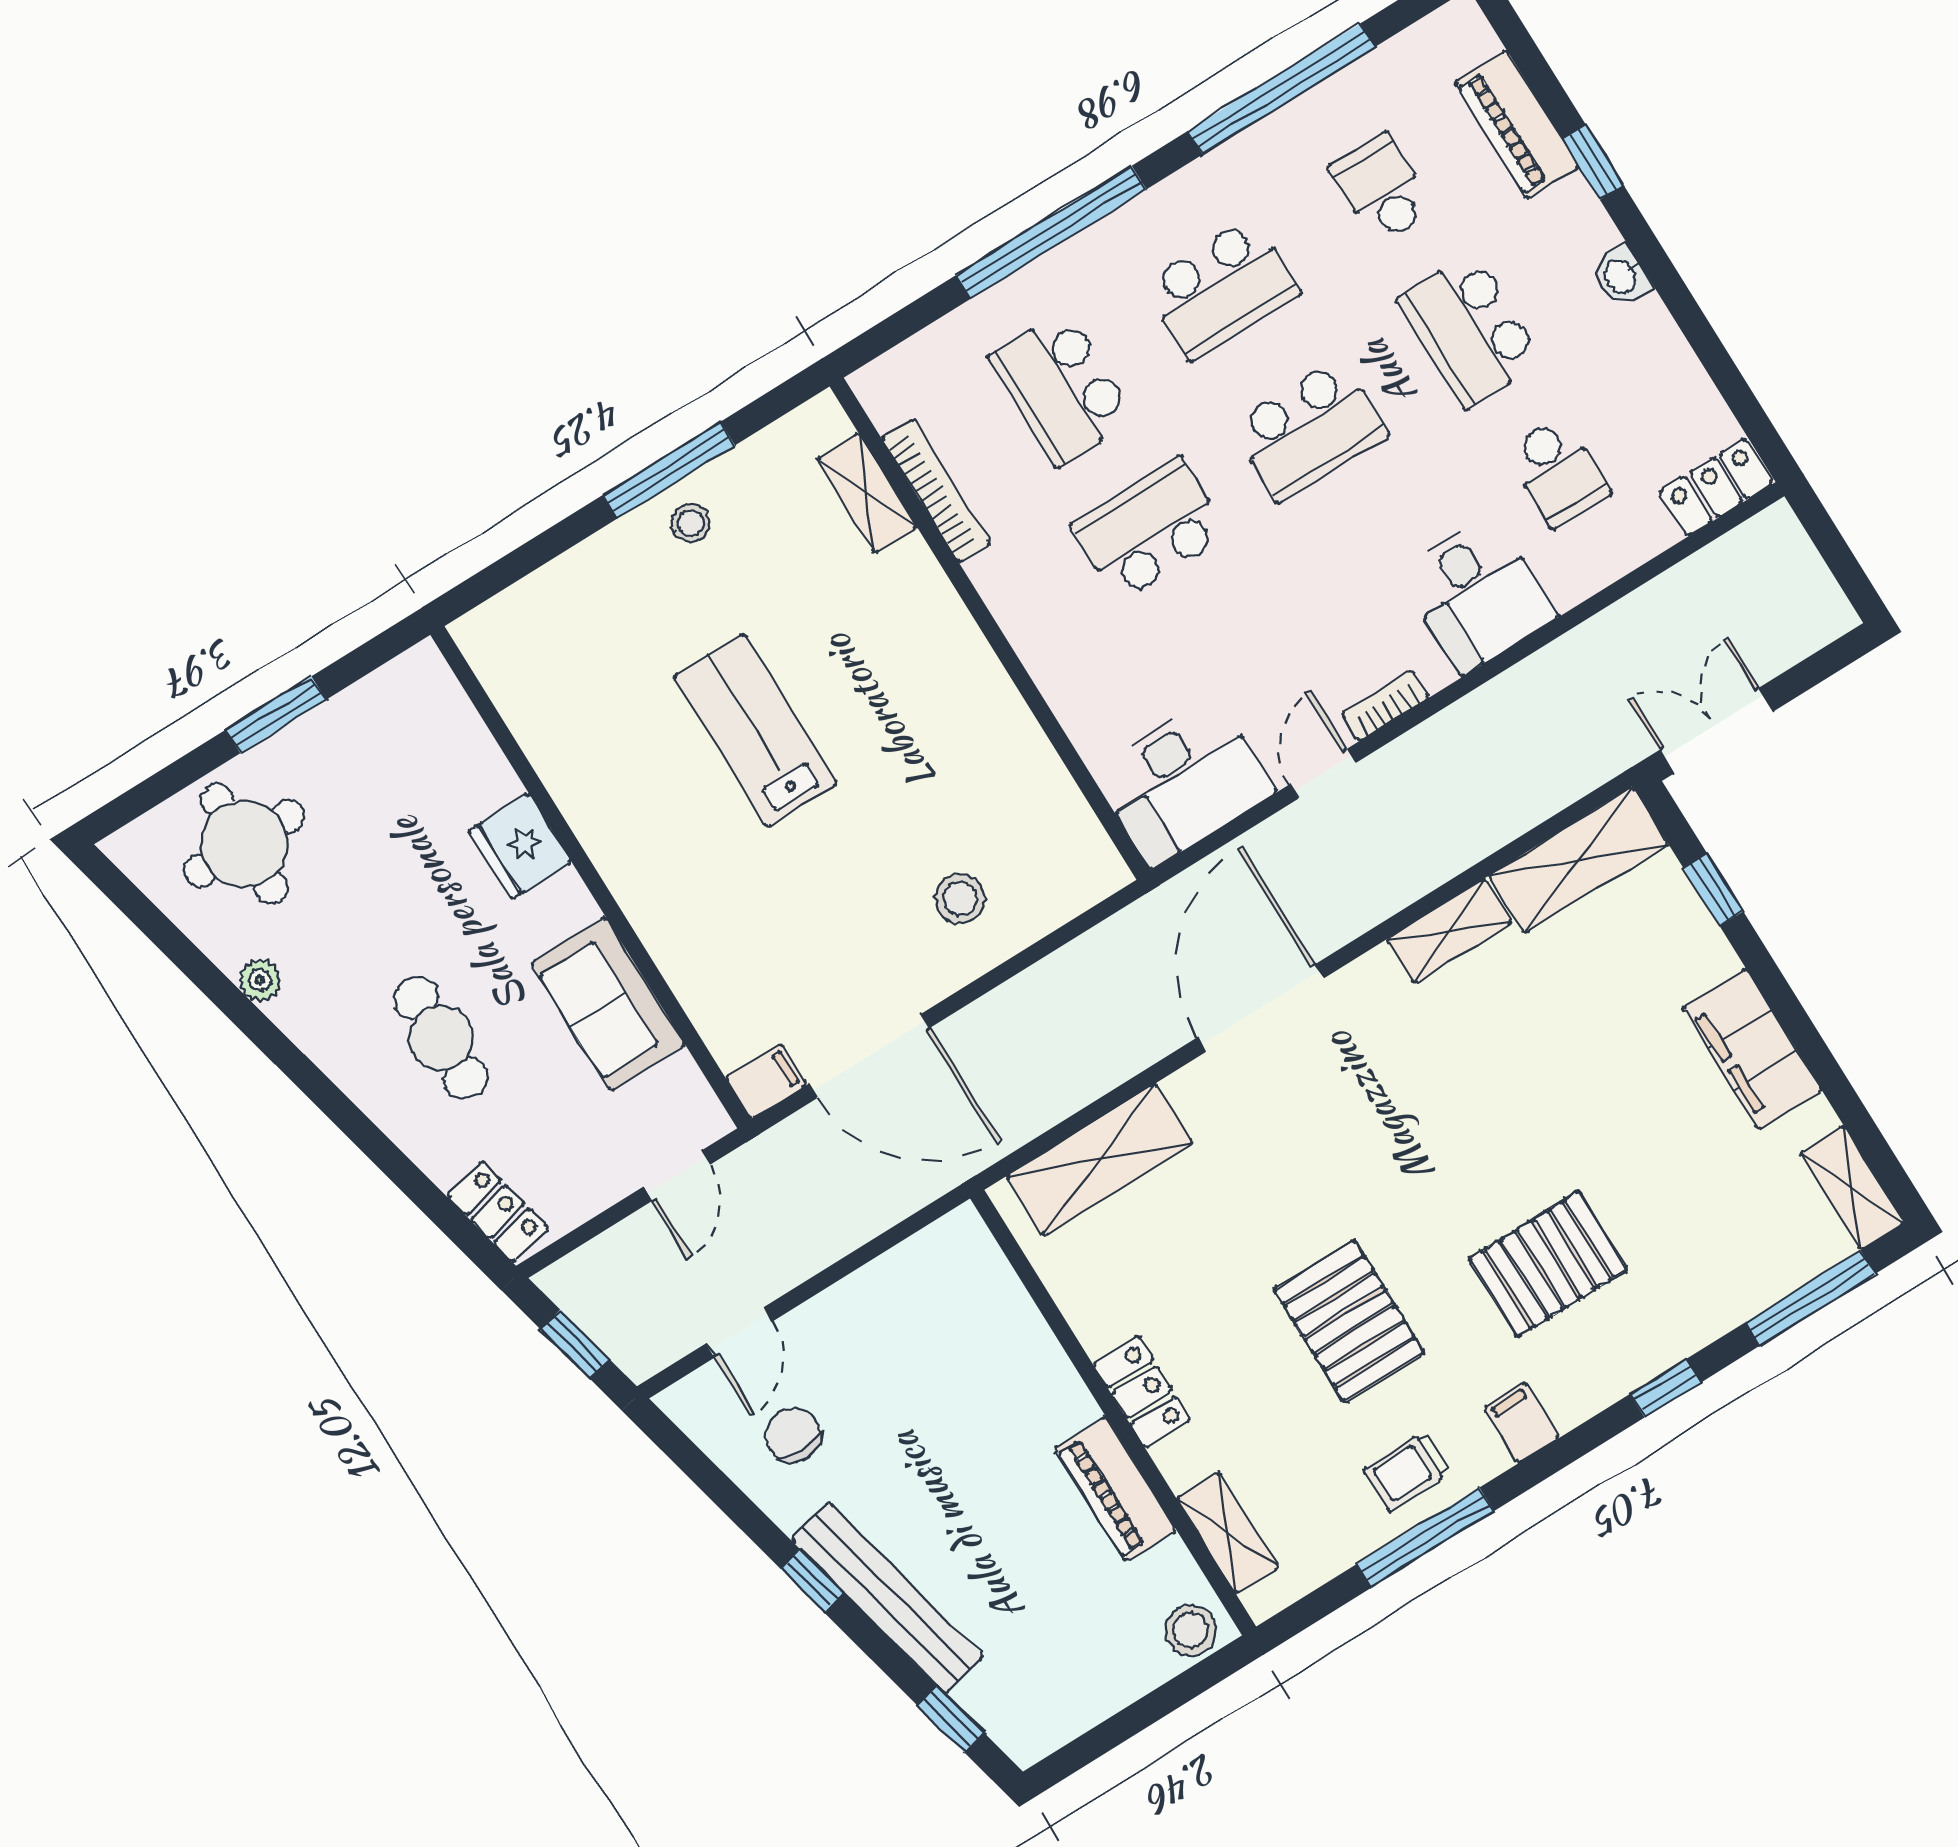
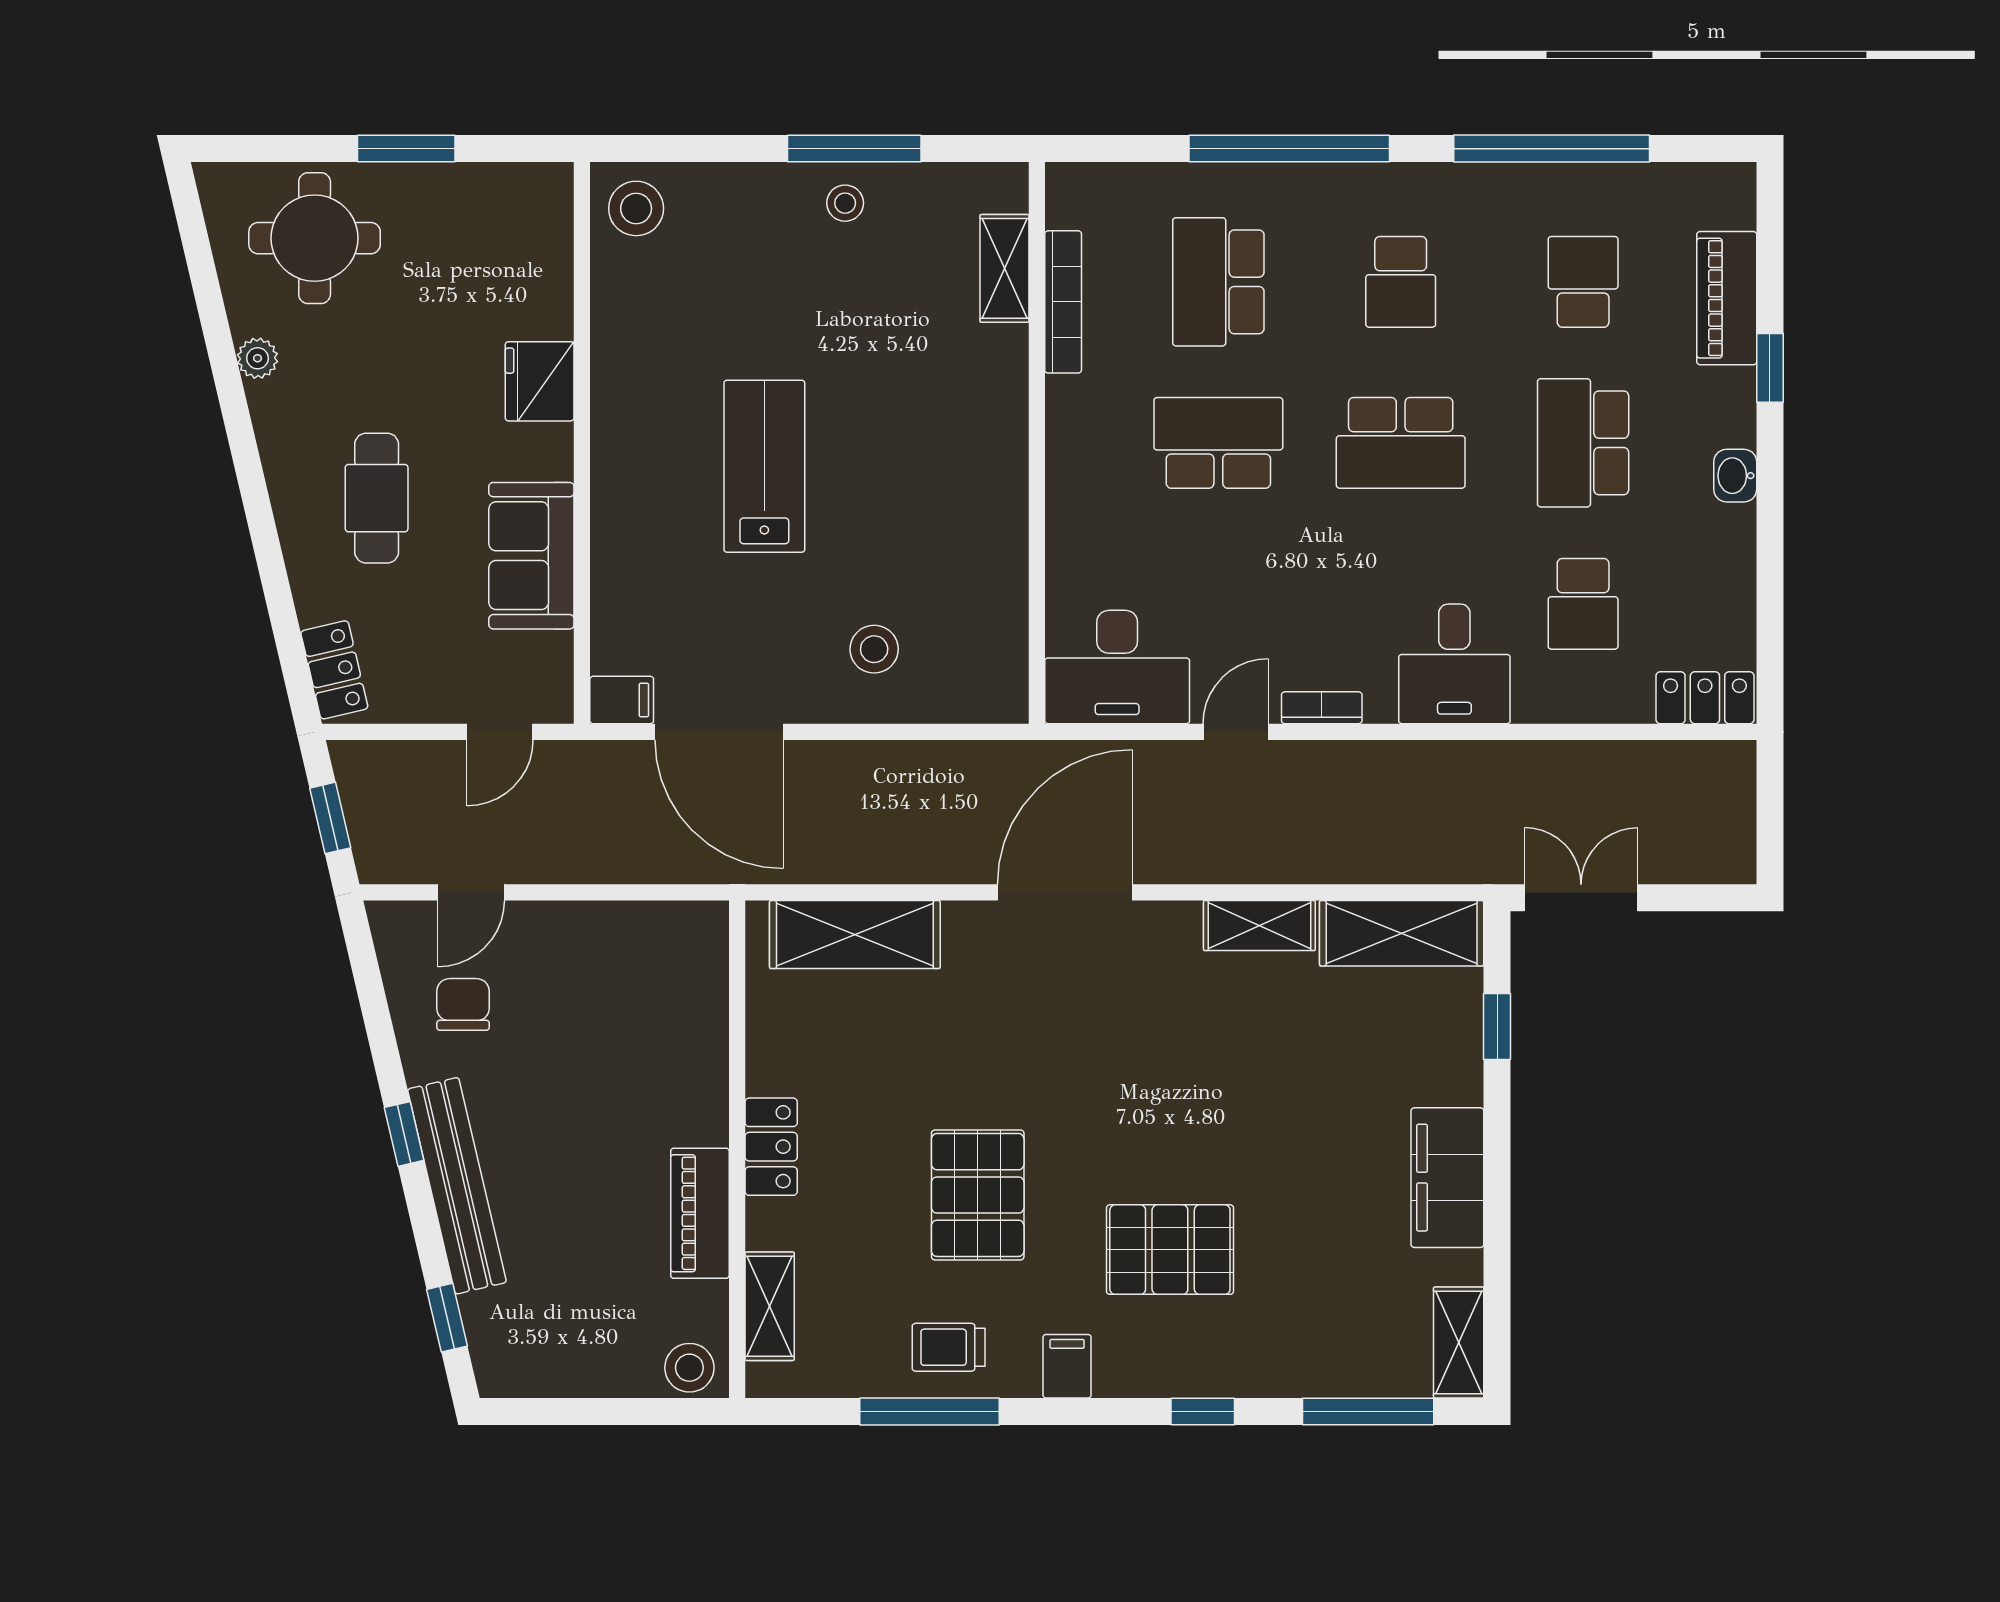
school desk: (1222, 288) -> (1401, 282), width x0.54
stool: (510, 642) -> (636, 208), added
lab bench: (755, 730) -> (764, 466), moved

